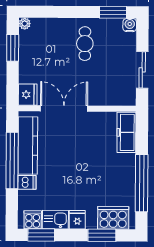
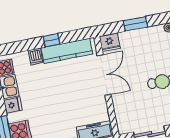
window: (13, 48) -> (135, 24), moved
window: (12, 160) -> (52, 40), width x0.32

